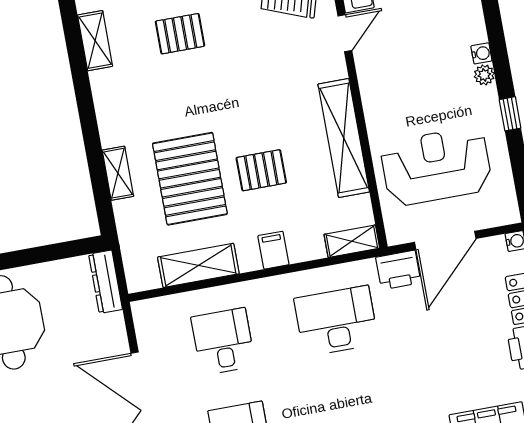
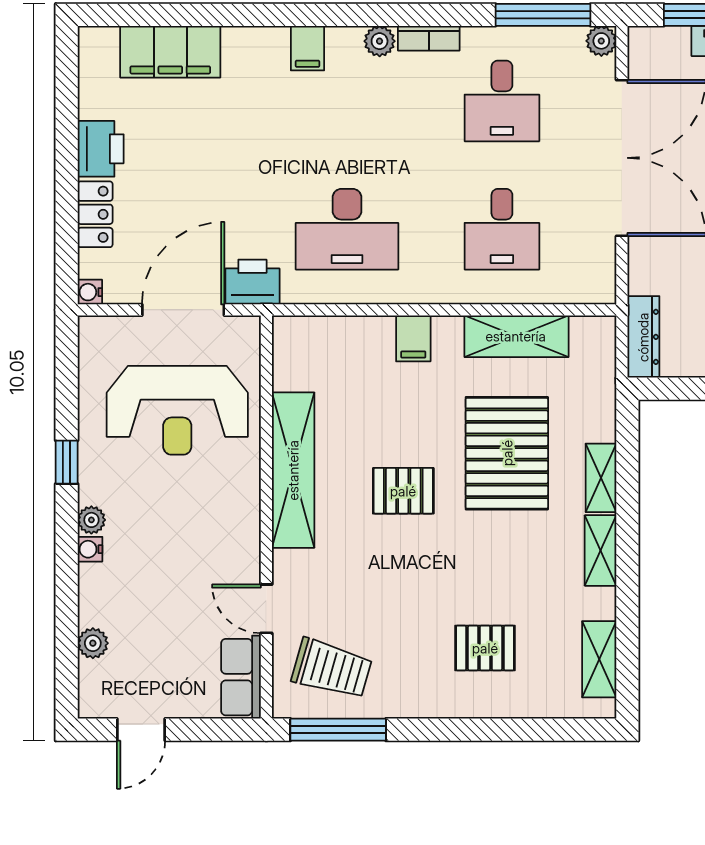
door: (345, 33) -> (266, 609), hinge flipped
pallet: (261, 170) -> (403, 491), moved
shelving: (352, 241) -> (601, 550), moved, turned 90

